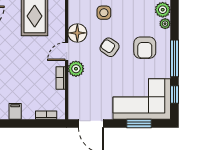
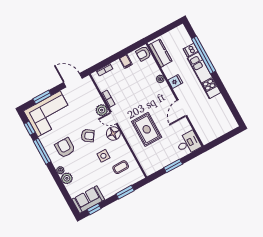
door: (67, 51) -> (114, 118), swing flipped

